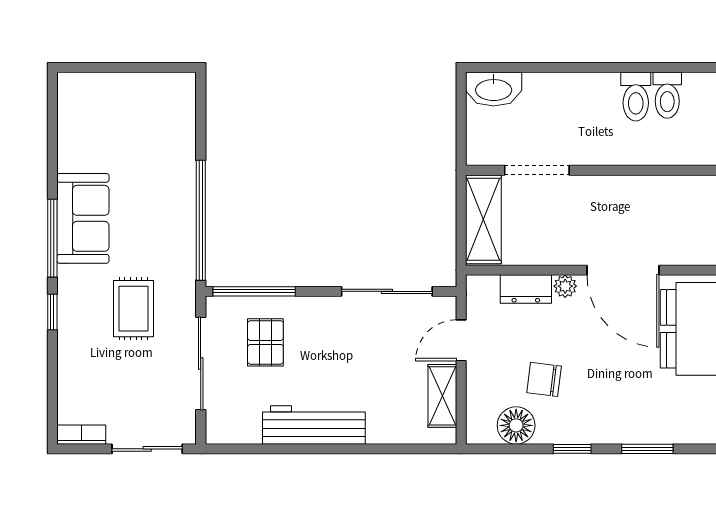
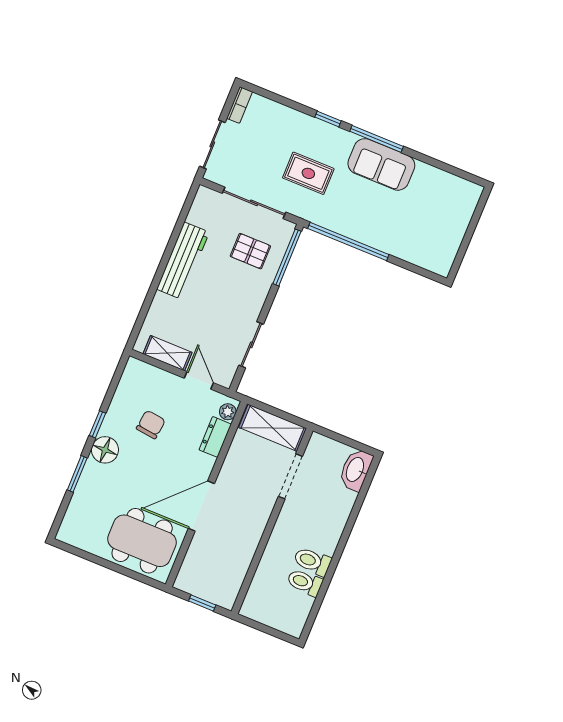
plant: (565, 286) -> (228, 412), moved
sliding door: (387, 291) -> (251, 345), width x0.73
floor lamp: (516, 425) -> (105, 450), moved

